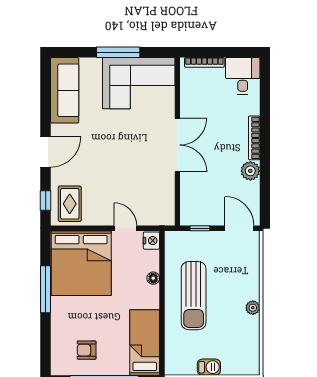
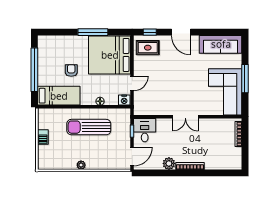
desk: (243, 76) -> (145, 130), moved, turned -90
double door: (177, 145) -> (185, 117), width x0.73
armchair: (87, 350) -> (71, 70), moved

